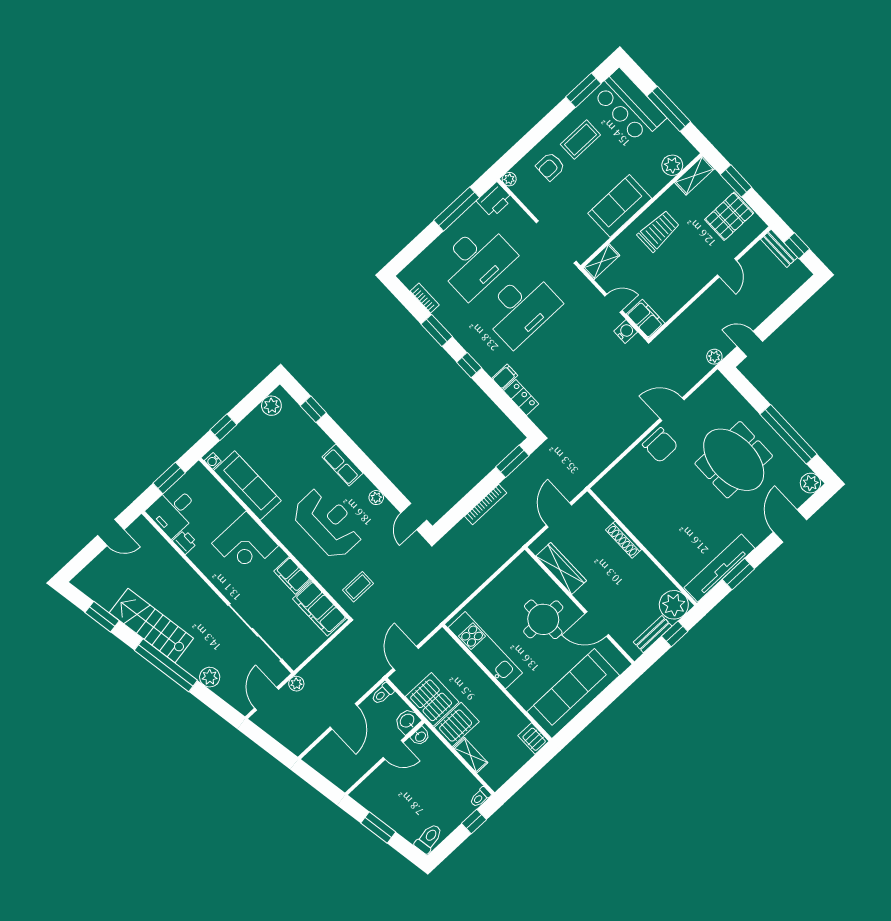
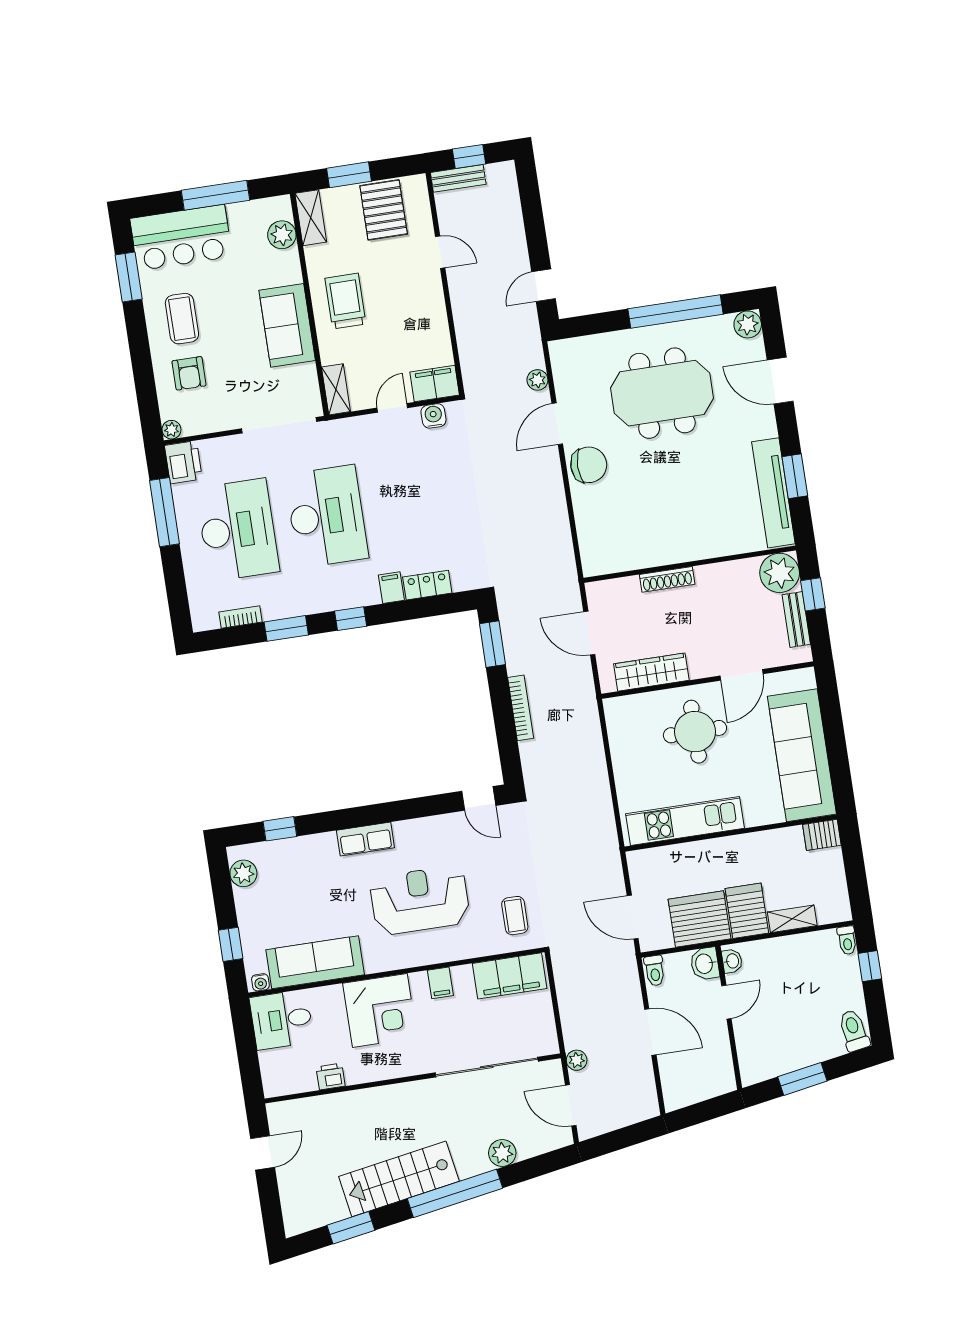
plant: (714, 357) -> (537, 380), moved
window: (169, 478) -> (246, 1045), removed
plant: (376, 498) -> (428, 826), removed
desk: (173, 511) -> (282, 1020), moved, turned 90
filing cabinet: (292, 575) -> (440, 983), width x0.50

